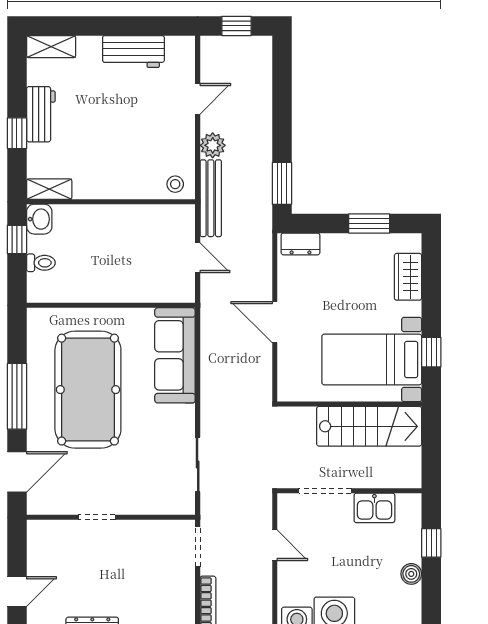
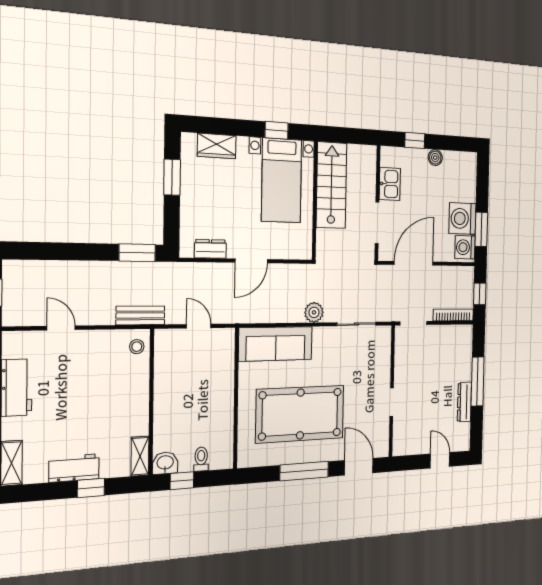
plant: (213, 145) -> (314, 312), moved
bench: (211, 198) -> (140, 315), width x0.73
dresser: (301, 244) -> (210, 249), moved, turned -90
door: (198, 258) -> (199, 326), hinge flipped
door: (275, 545) -> (414, 263), width x1.88

